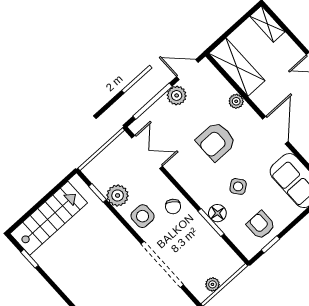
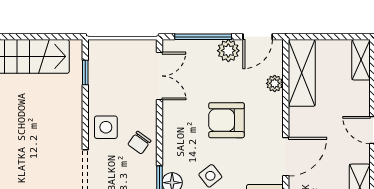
door: (187, 70) -> (258, 37), swing flipped
plant: (236, 101) -> (275, 83), moved
plant: (118, 195) -> (101, 90), removed

